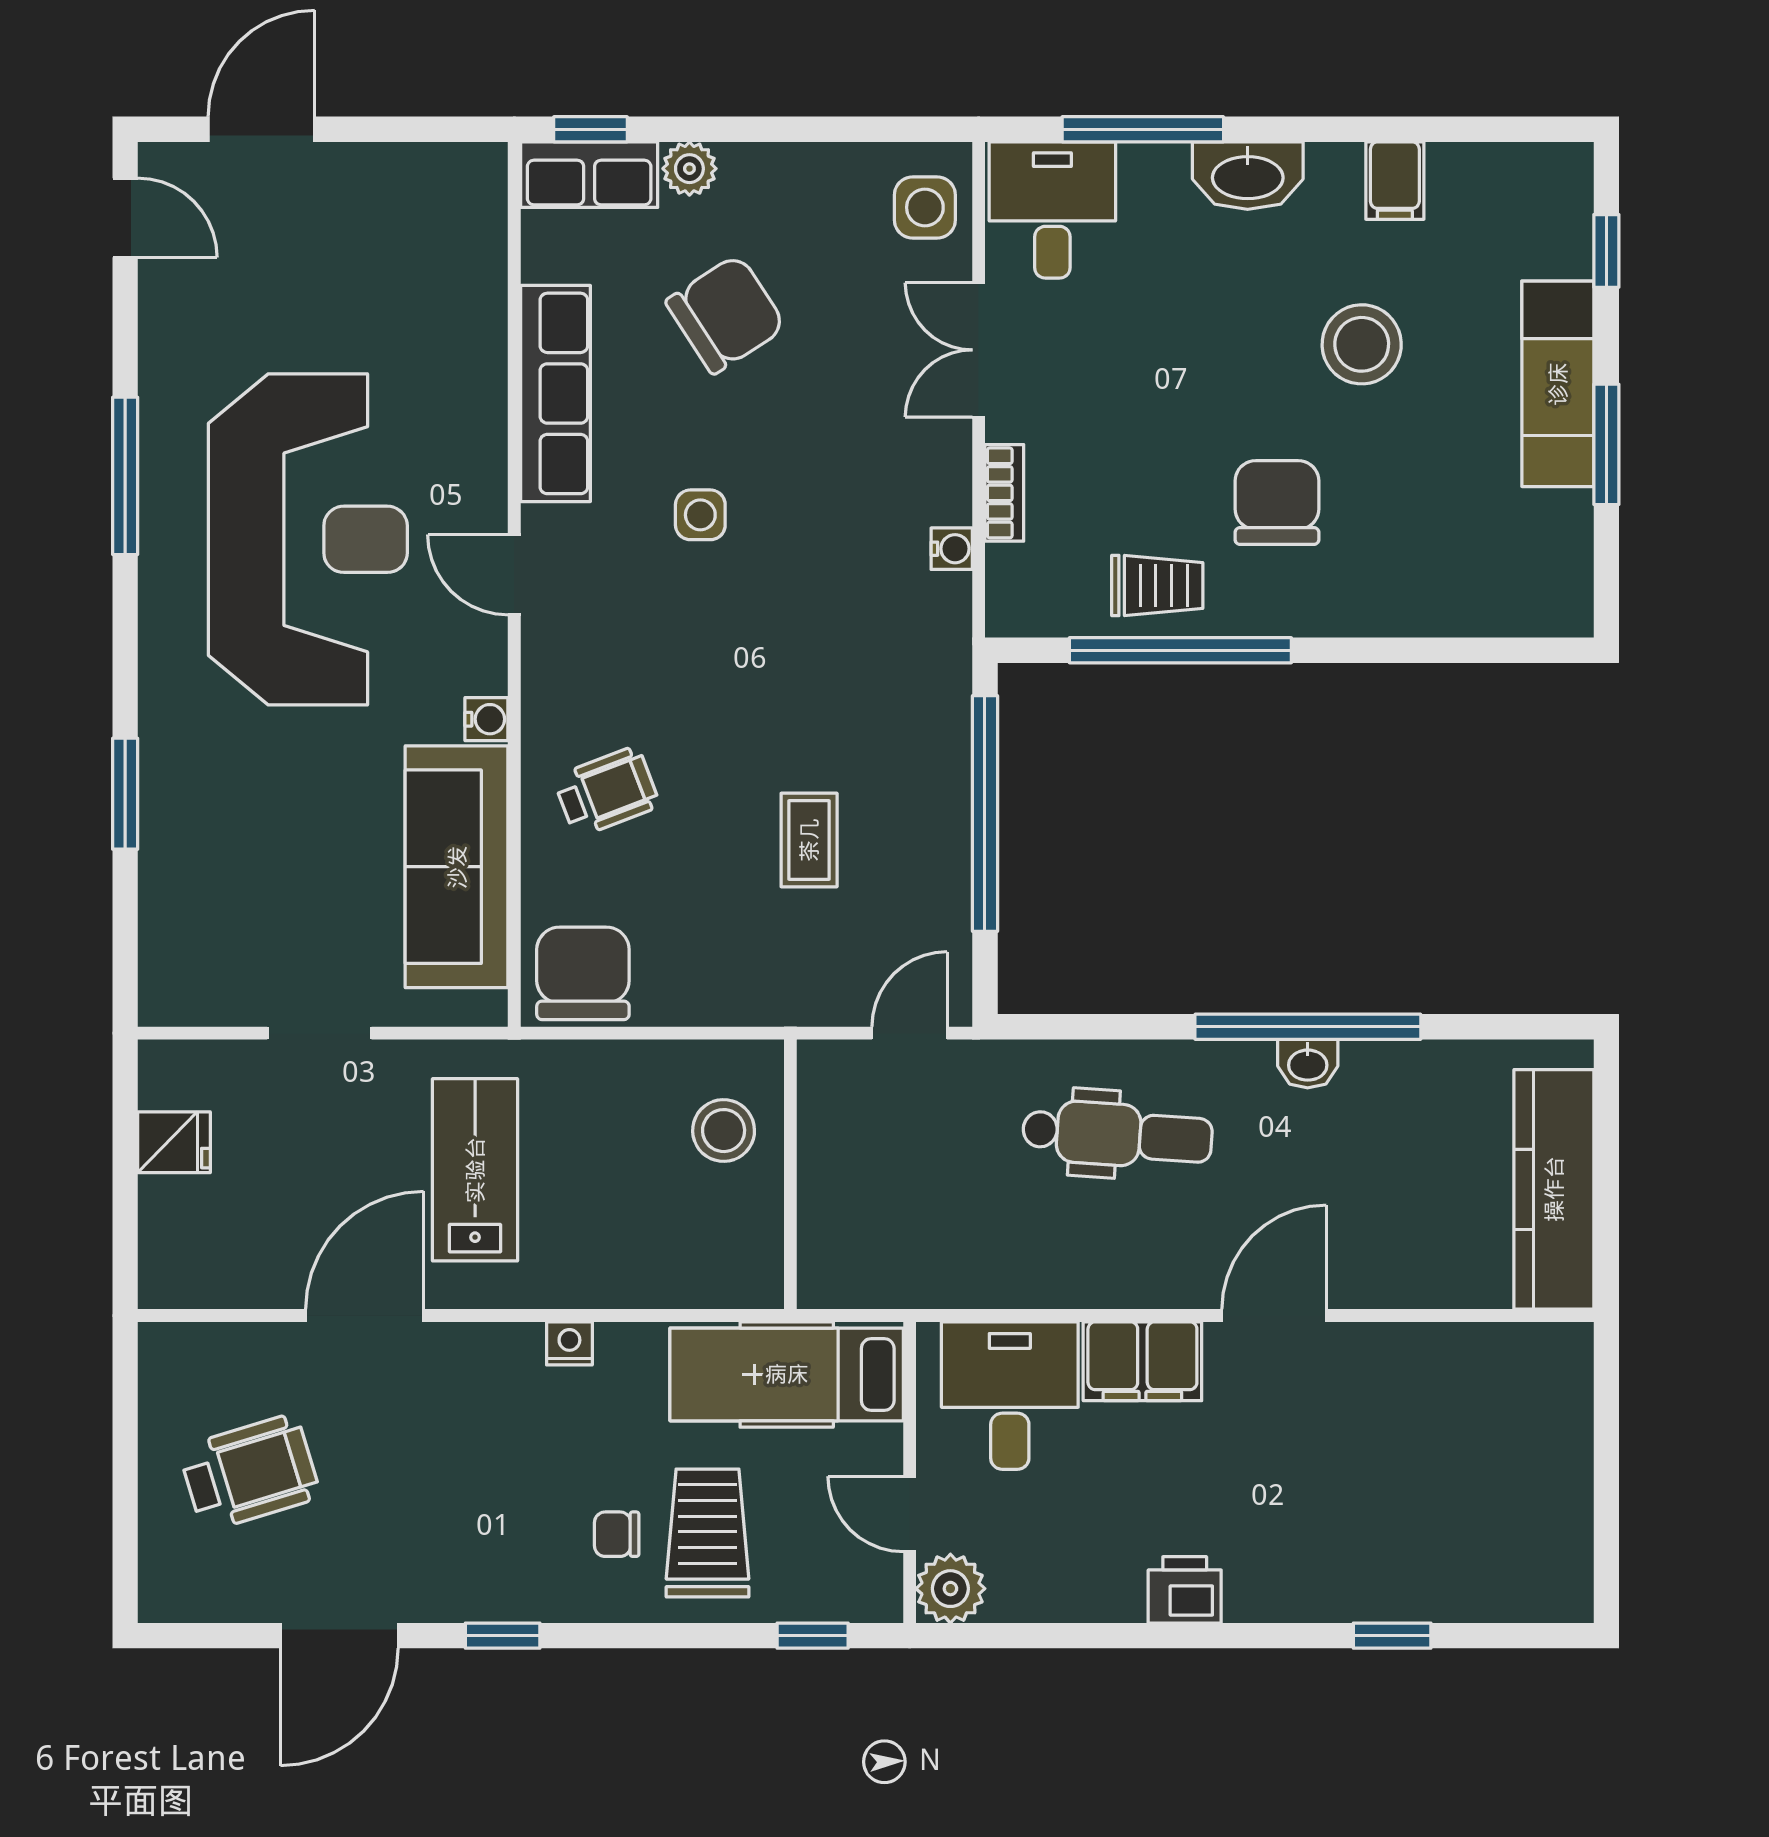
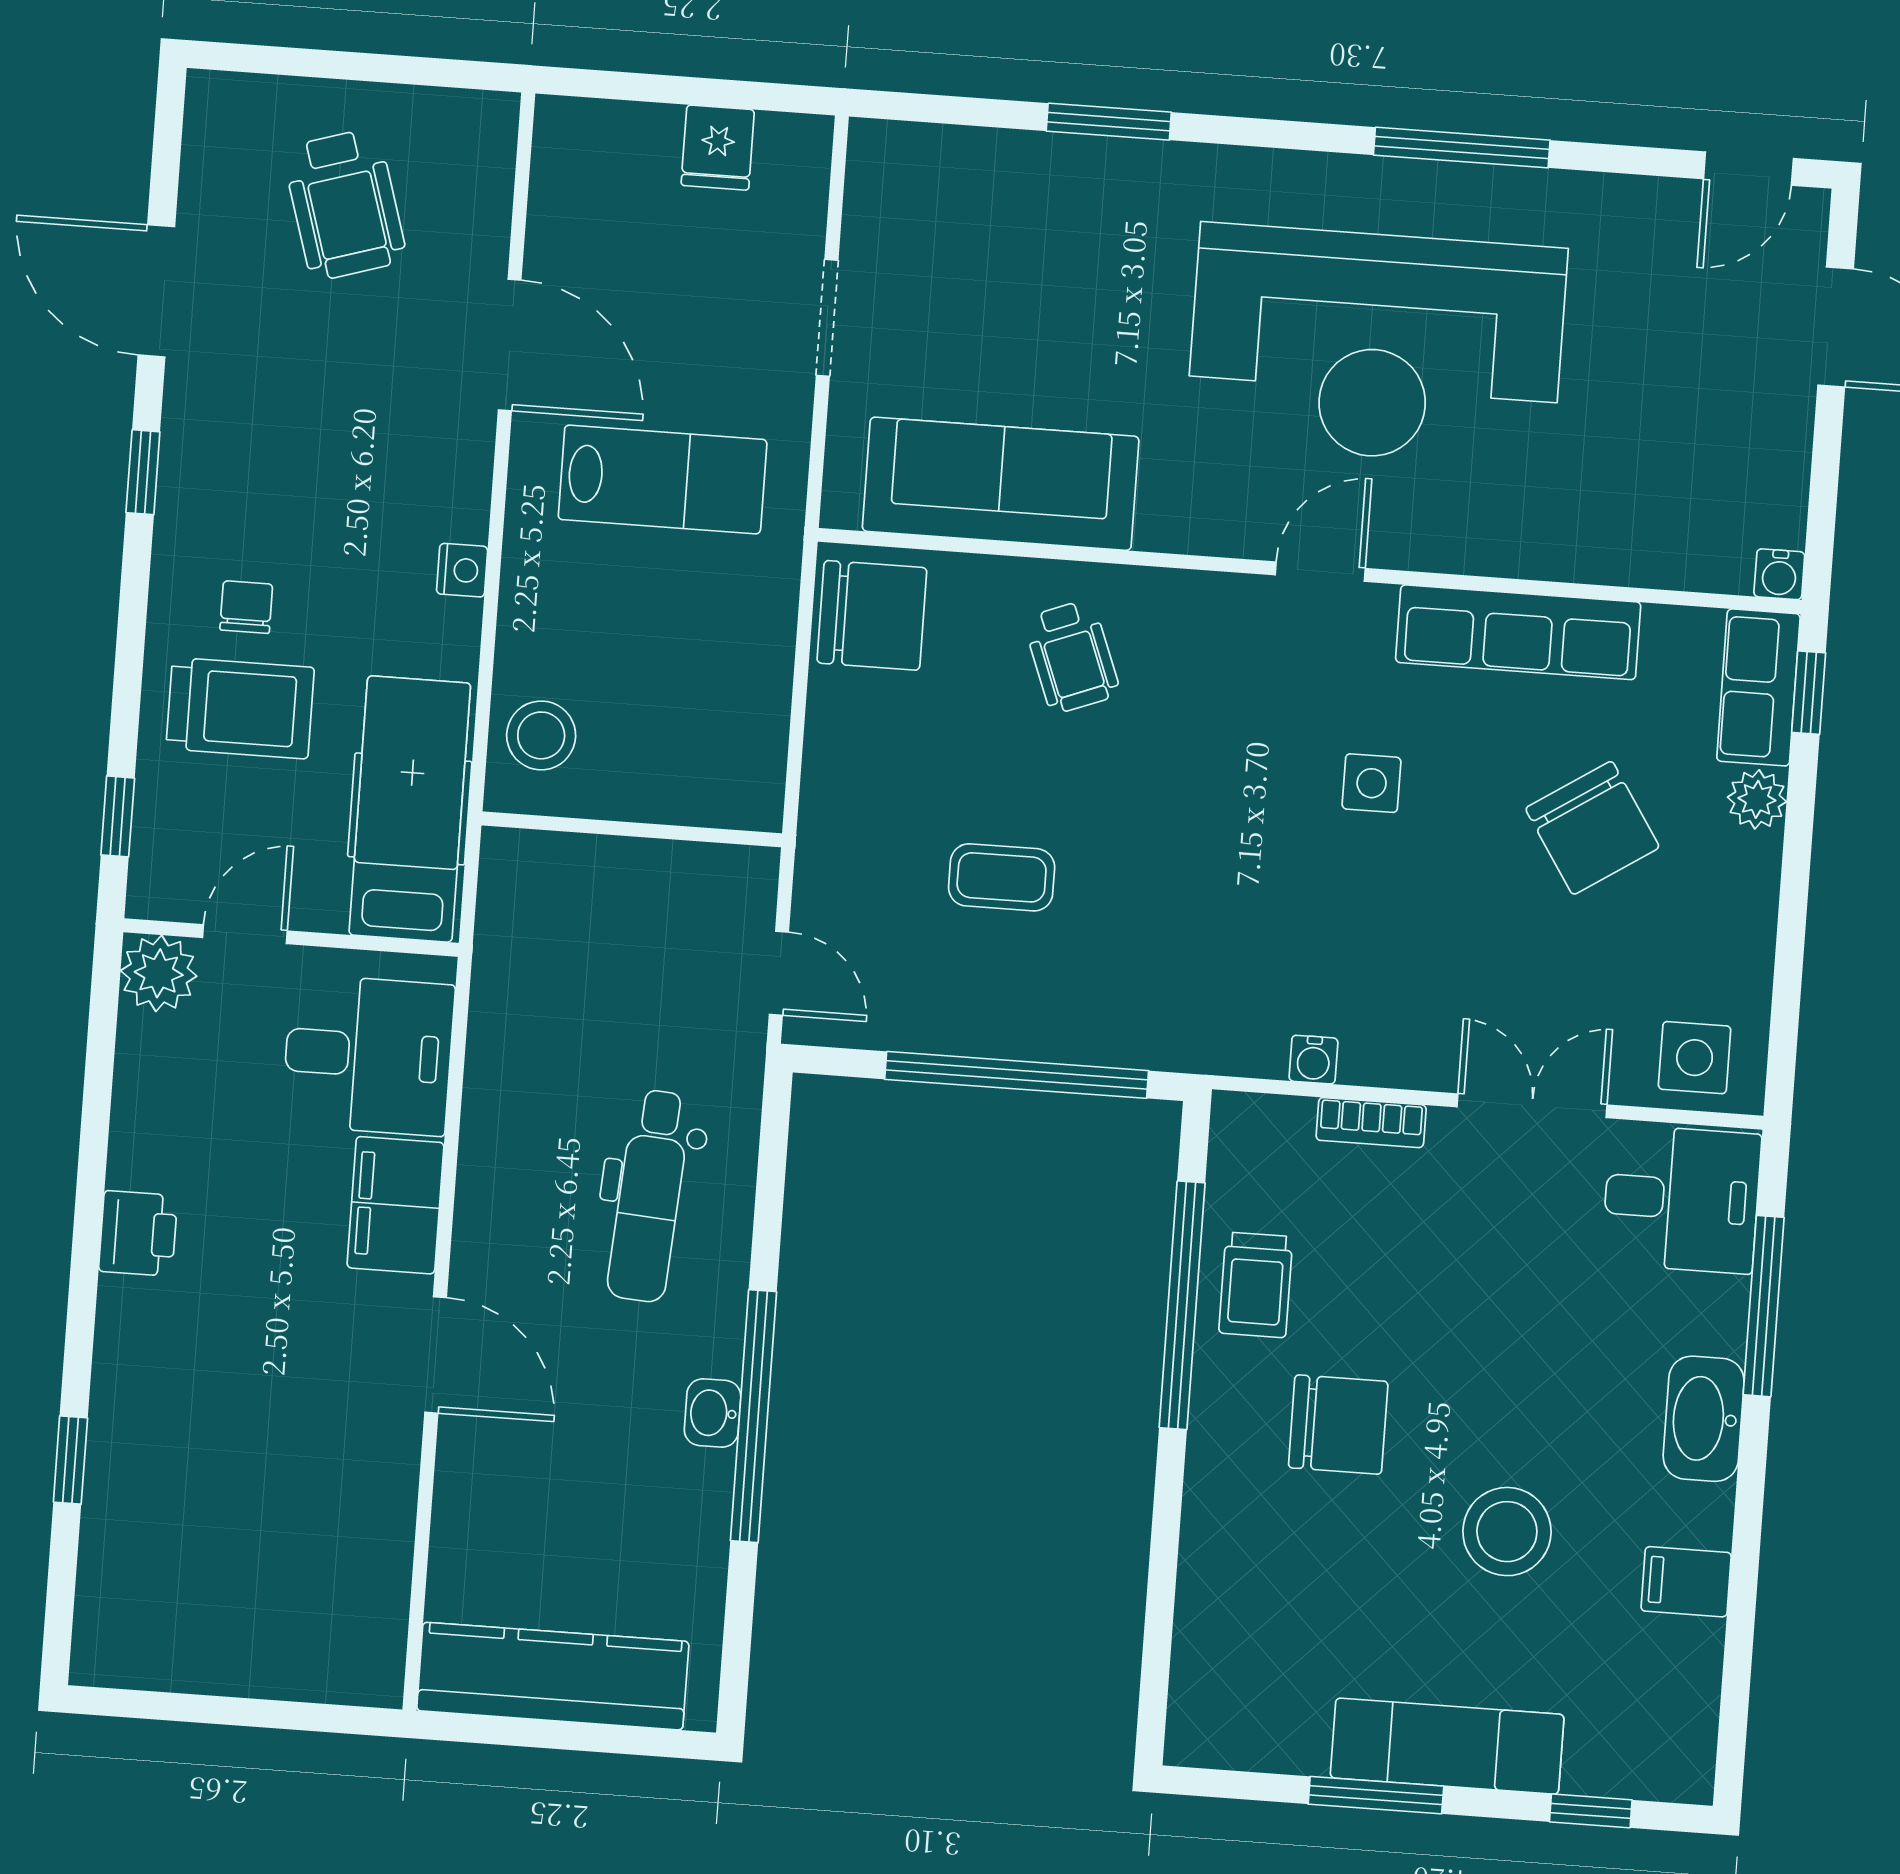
water cooler: (486, 719) -> (1779, 574), moved
stool: (724, 1131) -> (541, 735), moved

